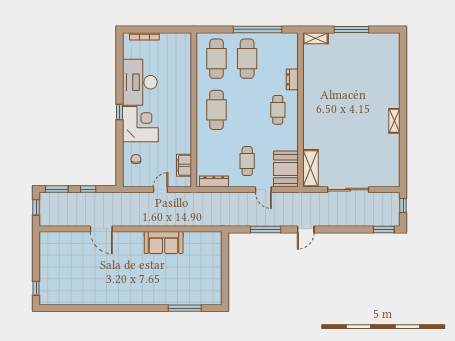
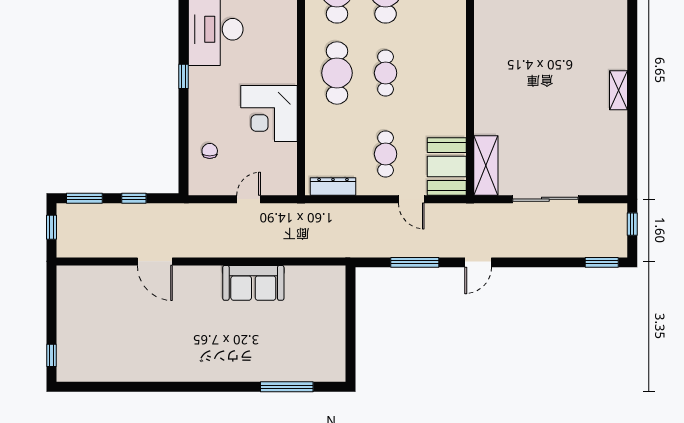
dresser: (292, 79) -> (457, 25), removed
cafe table: (278, 110) -> (386, 73), moved
corner desk: (140, 124) -> (269, 113), moved, turned 180
filing cabinet: (184, 165) -> (286, 161), removed

